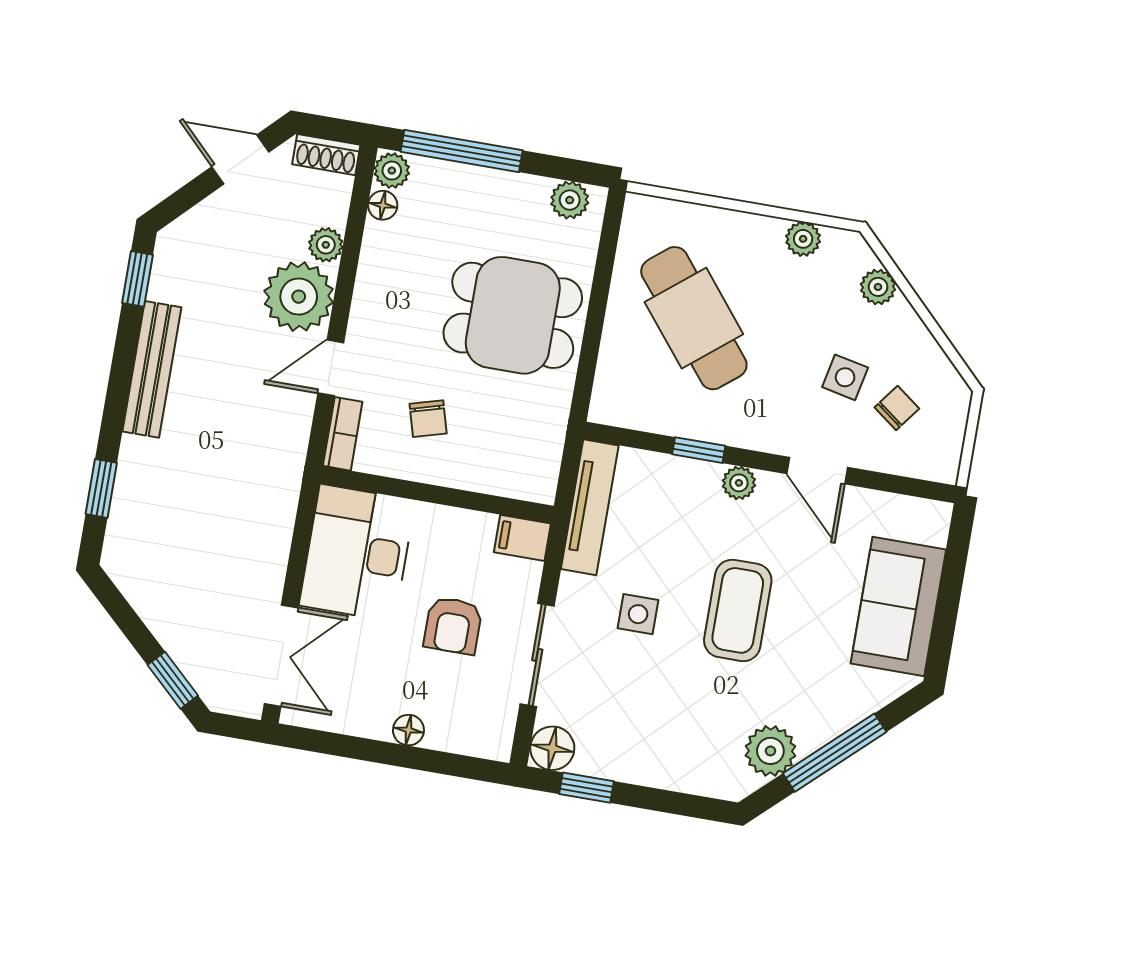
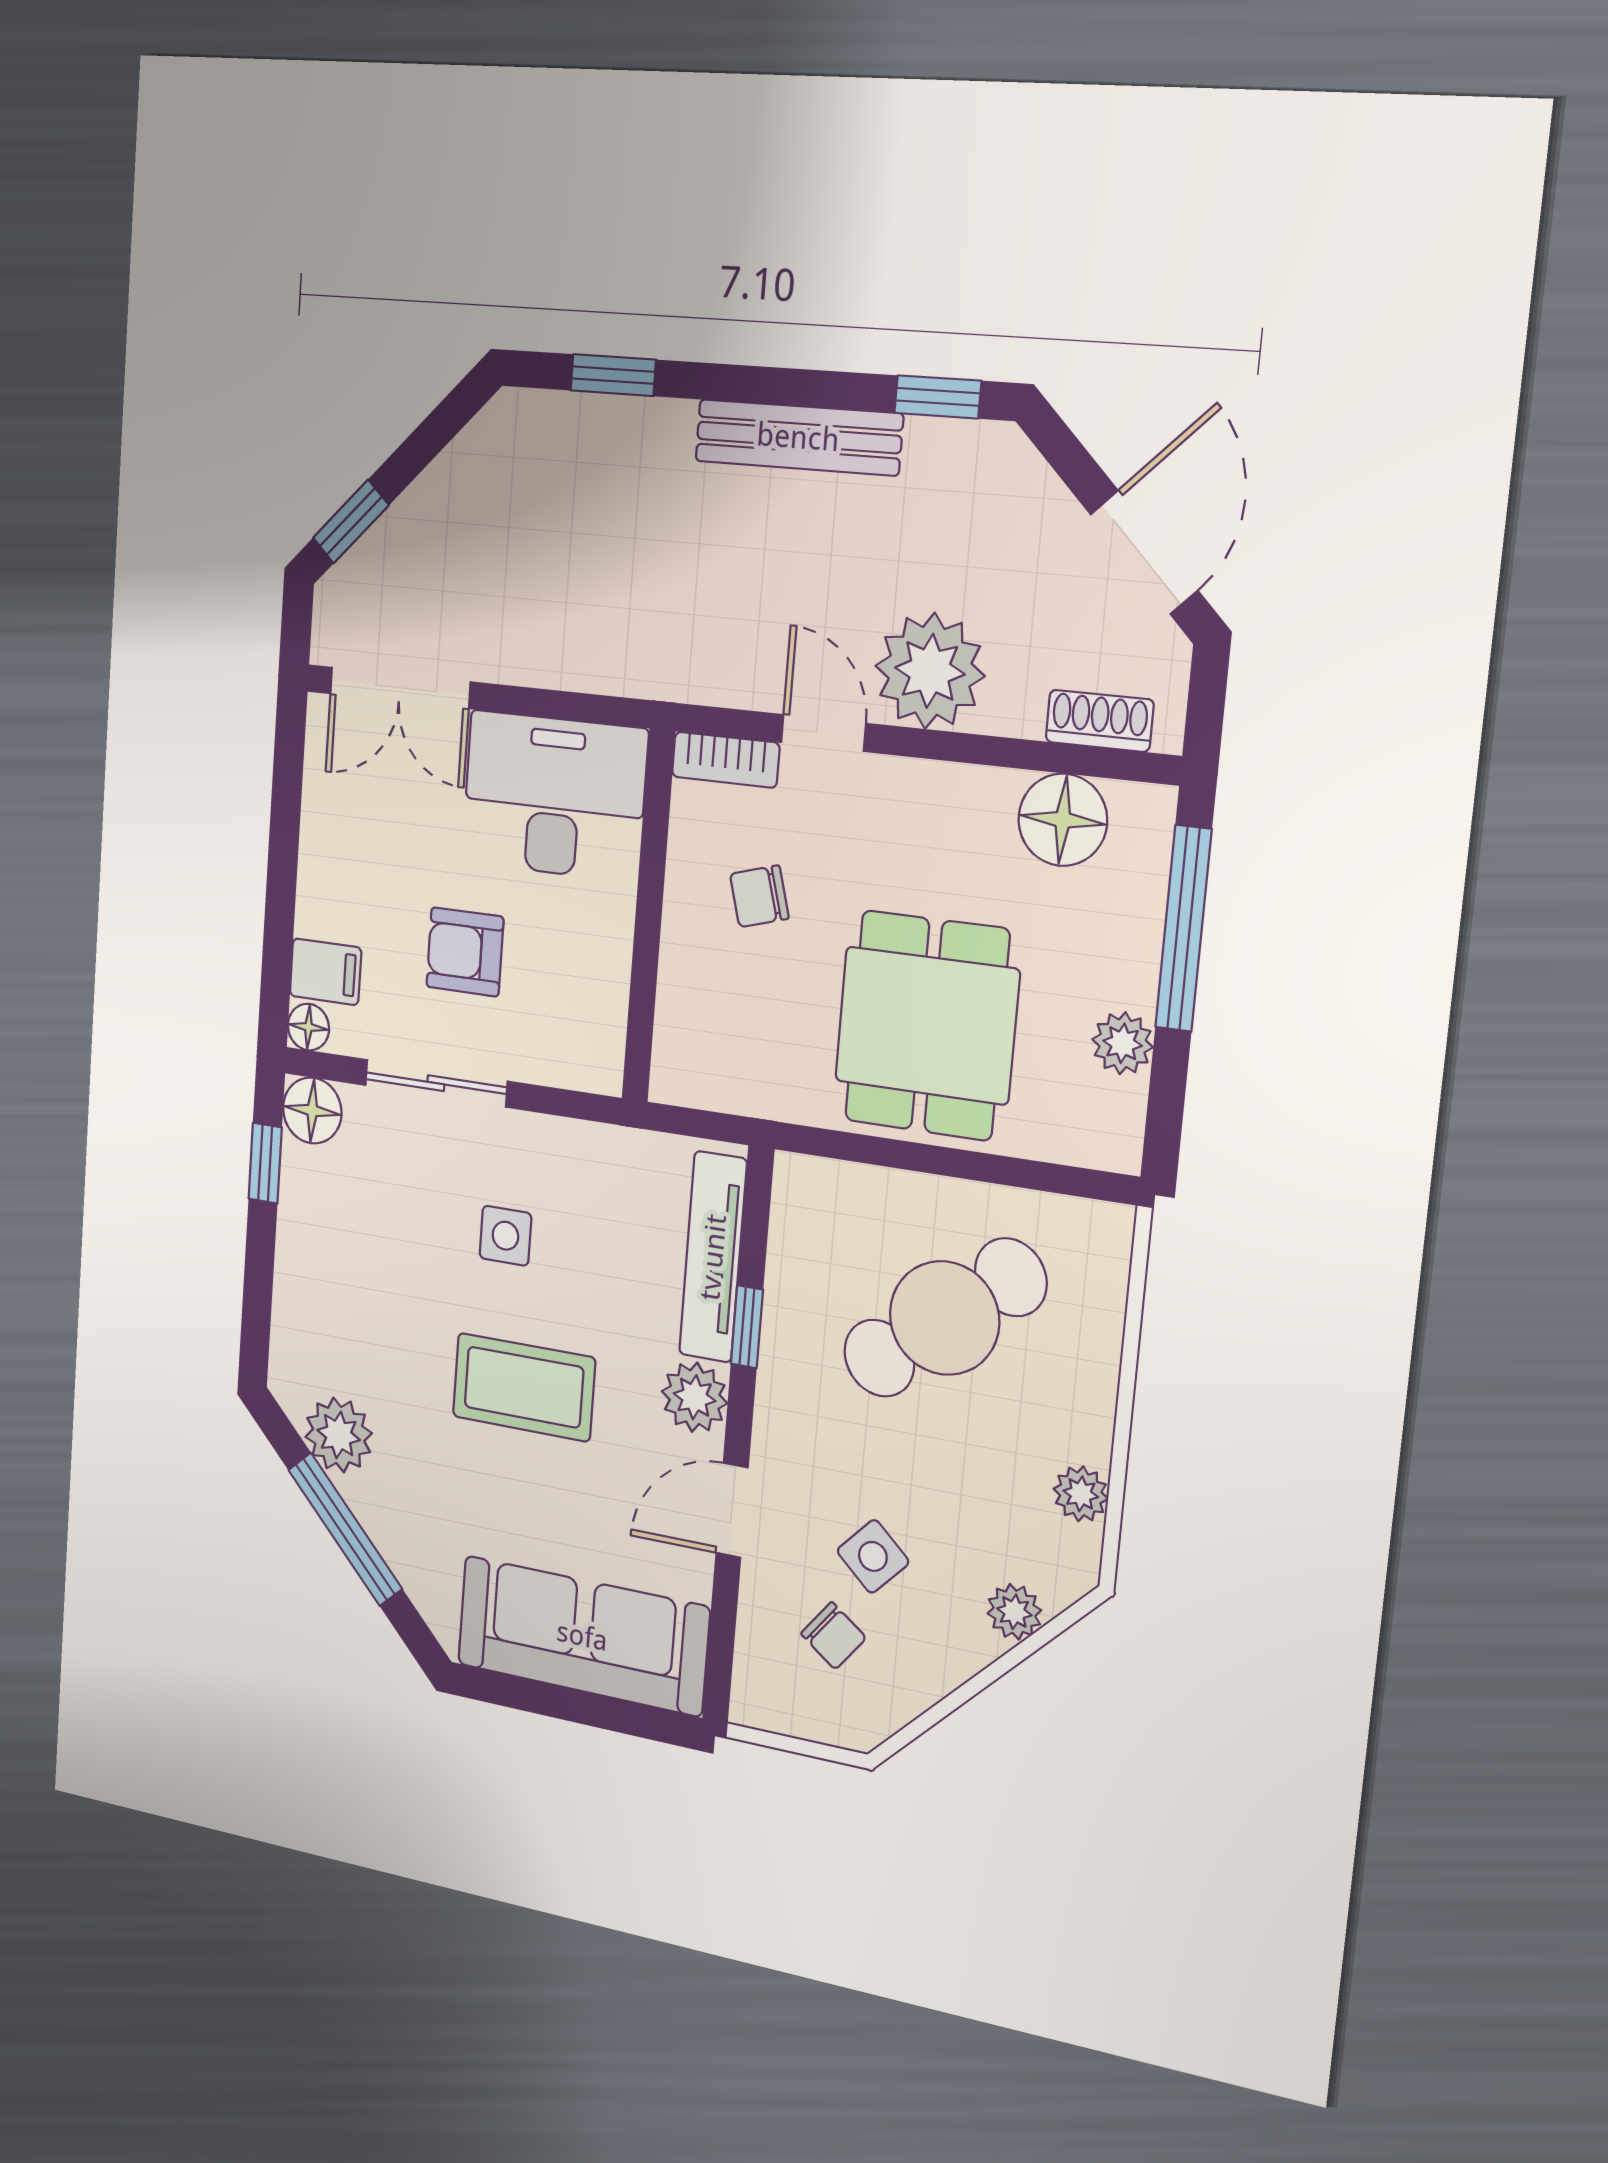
shoe rack: (326, 155) -> (1100, 721), moved, turned 90
door: (240, 159) -> (1144, 552), width x1.37
plant: (392, 171) -> (1143, 812), removed
plant: (570, 200) -> (1123, 1043), moved
floor lamp: (383, 205) -> (1063, 820), width x1.89, depth x1.89
plant: (326, 245) -> (1015, 710), removed
side table: (845, 377) -> (873, 1556), turned 31
plant: (739, 483) -> (695, 1397), width x1.38, depth x1.38
tv unit: (590, 507) -> (713, 1257), moved, turned 90
filing cabinet: (522, 538) -> (325, 972), moved, turned 90
sofa: (898, 606) -> (582, 1636), width x1.36
floor lamp: (408, 730) -> (308, 1027), moved

